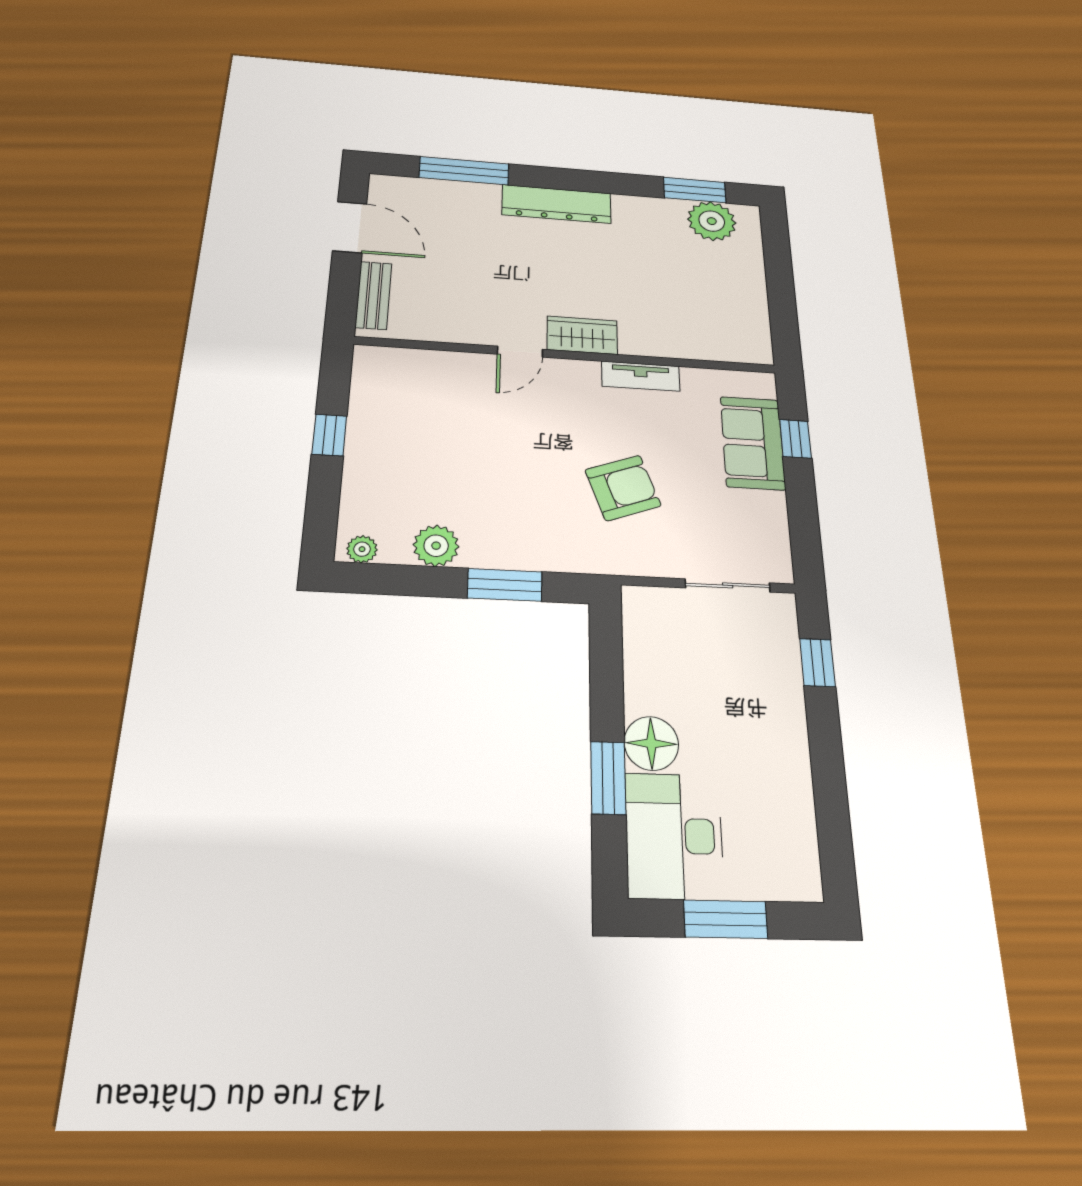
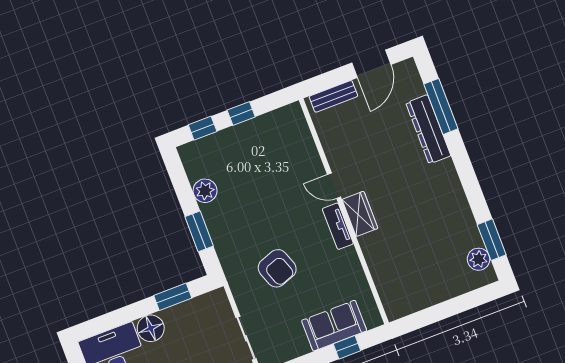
dresser: (557, 204) -> (428, 129), moved
plant: (712, 221) -> (479, 259), width x0.73, depth x0.73
tv unit: (641, 376) -> (338, 226), moved
window: (323, 505) -> (203, 128), added
plant: (362, 549) -> (188, 157), removed
window: (608, 778) -> (173, 297), moved

